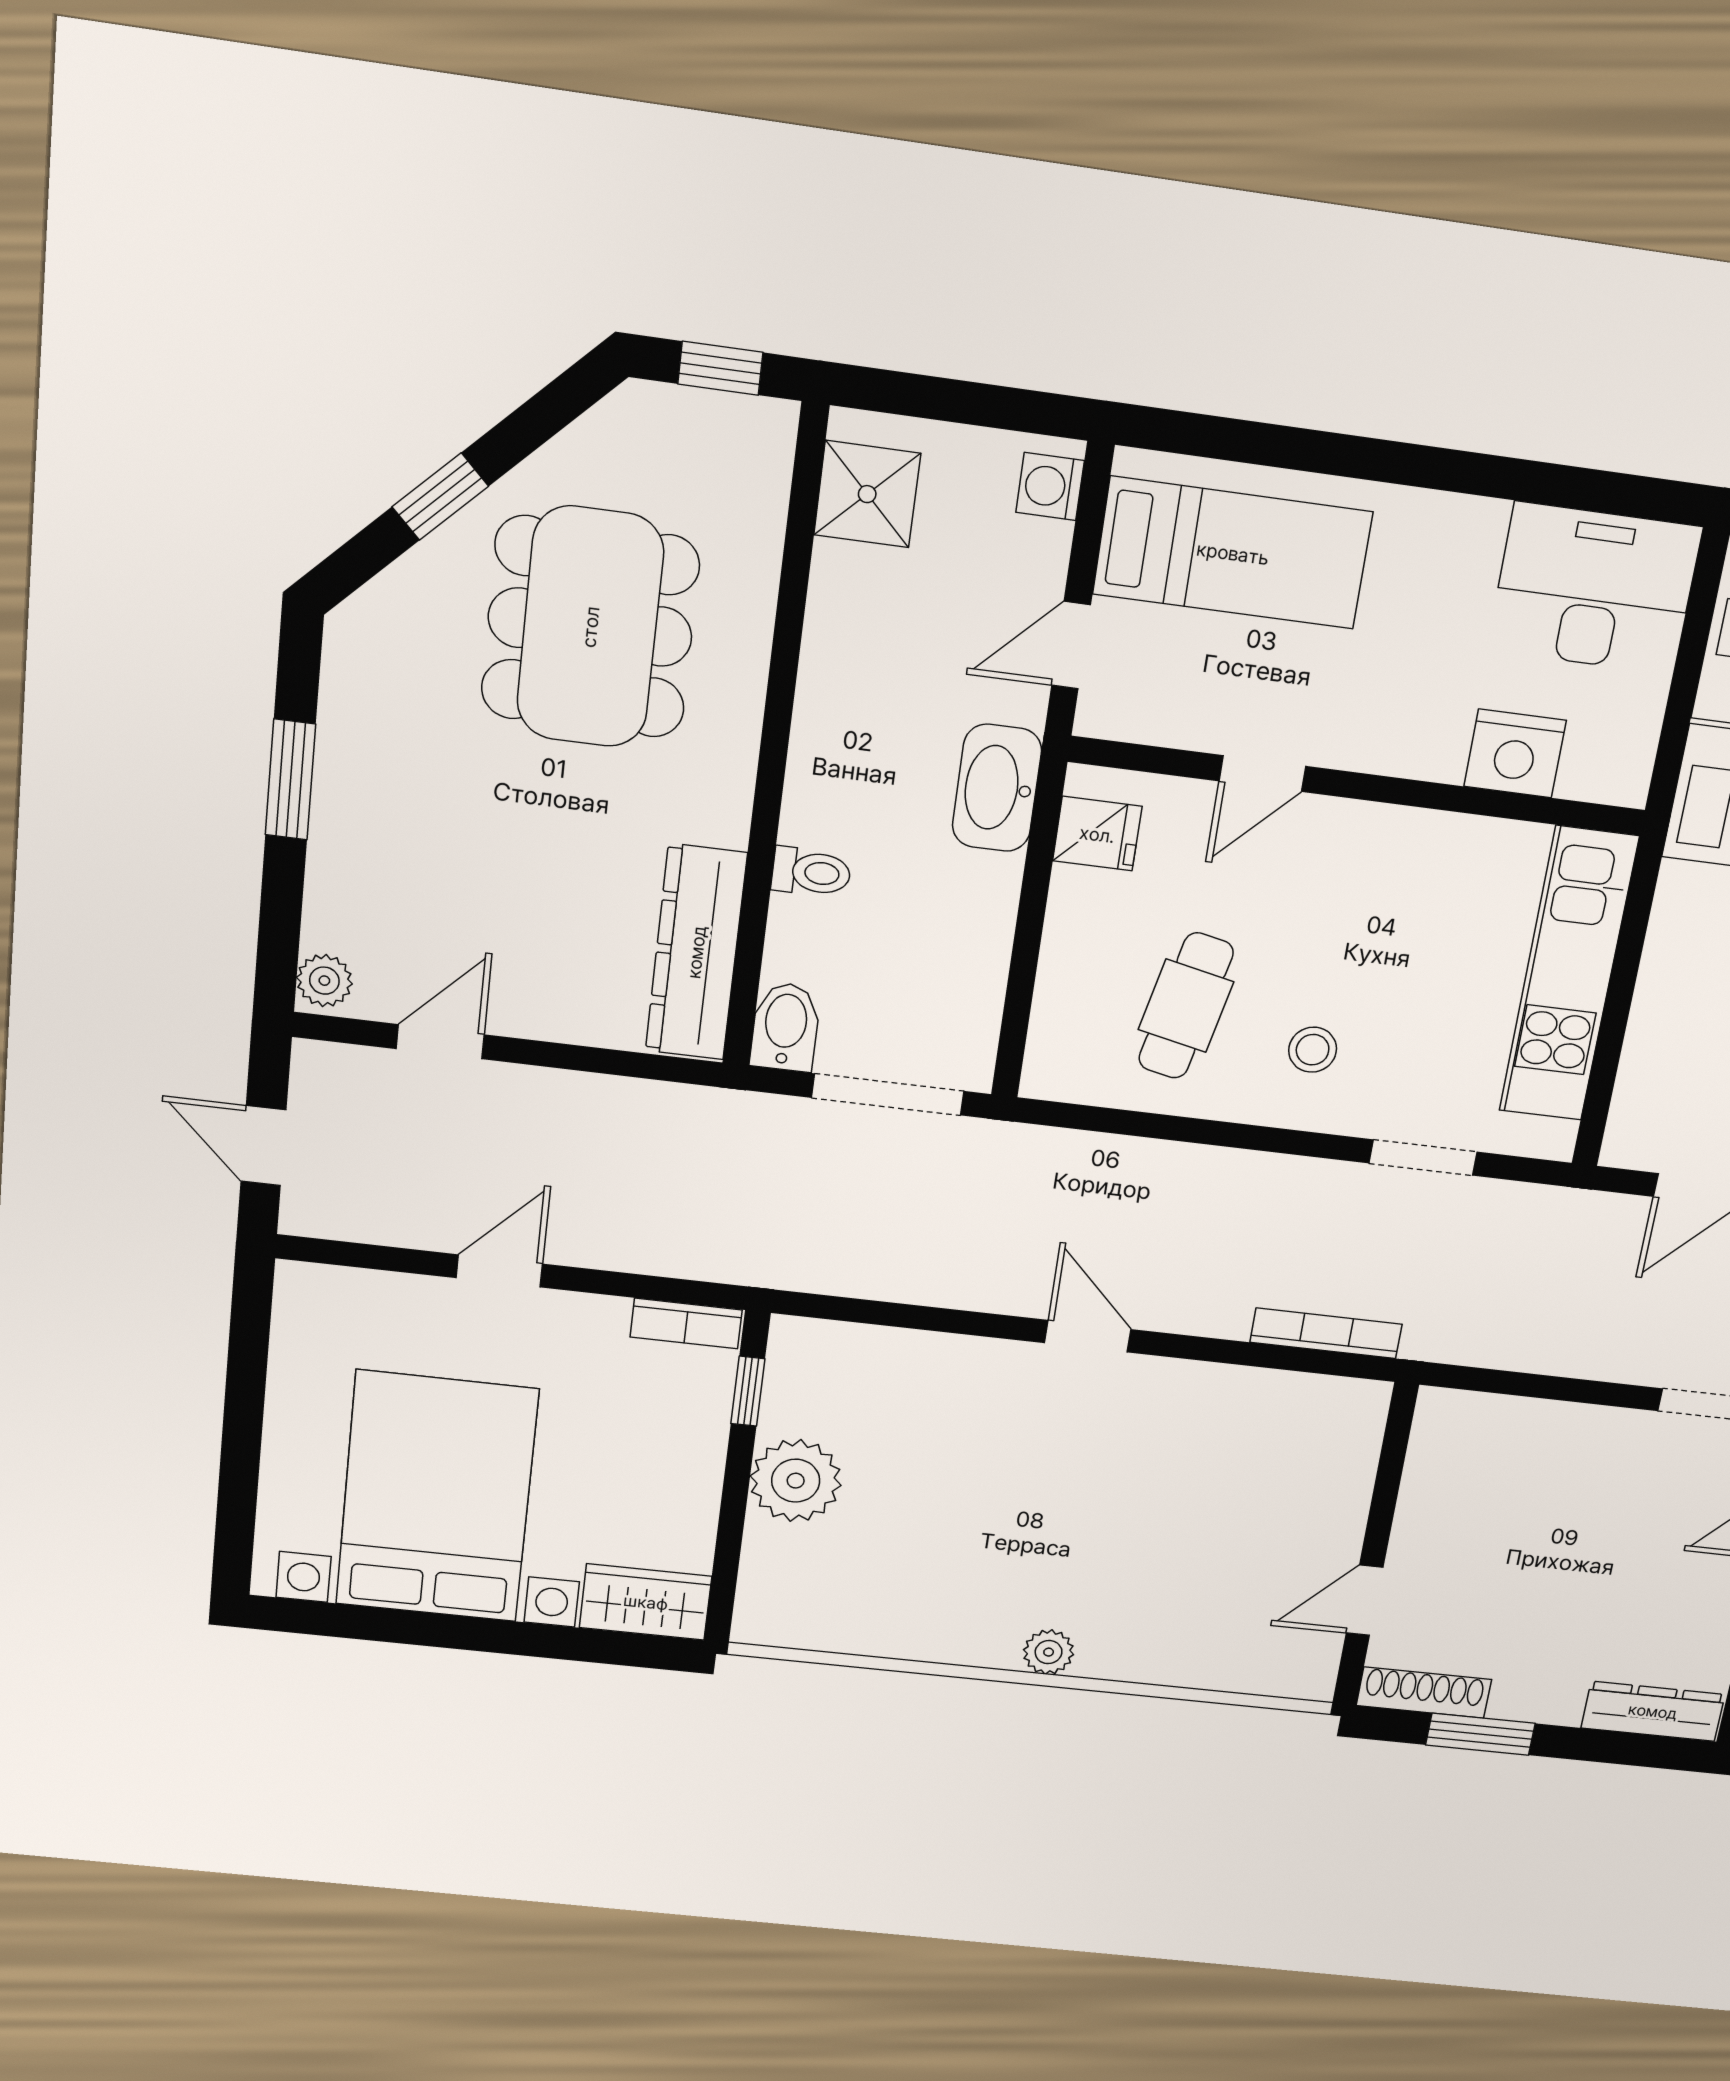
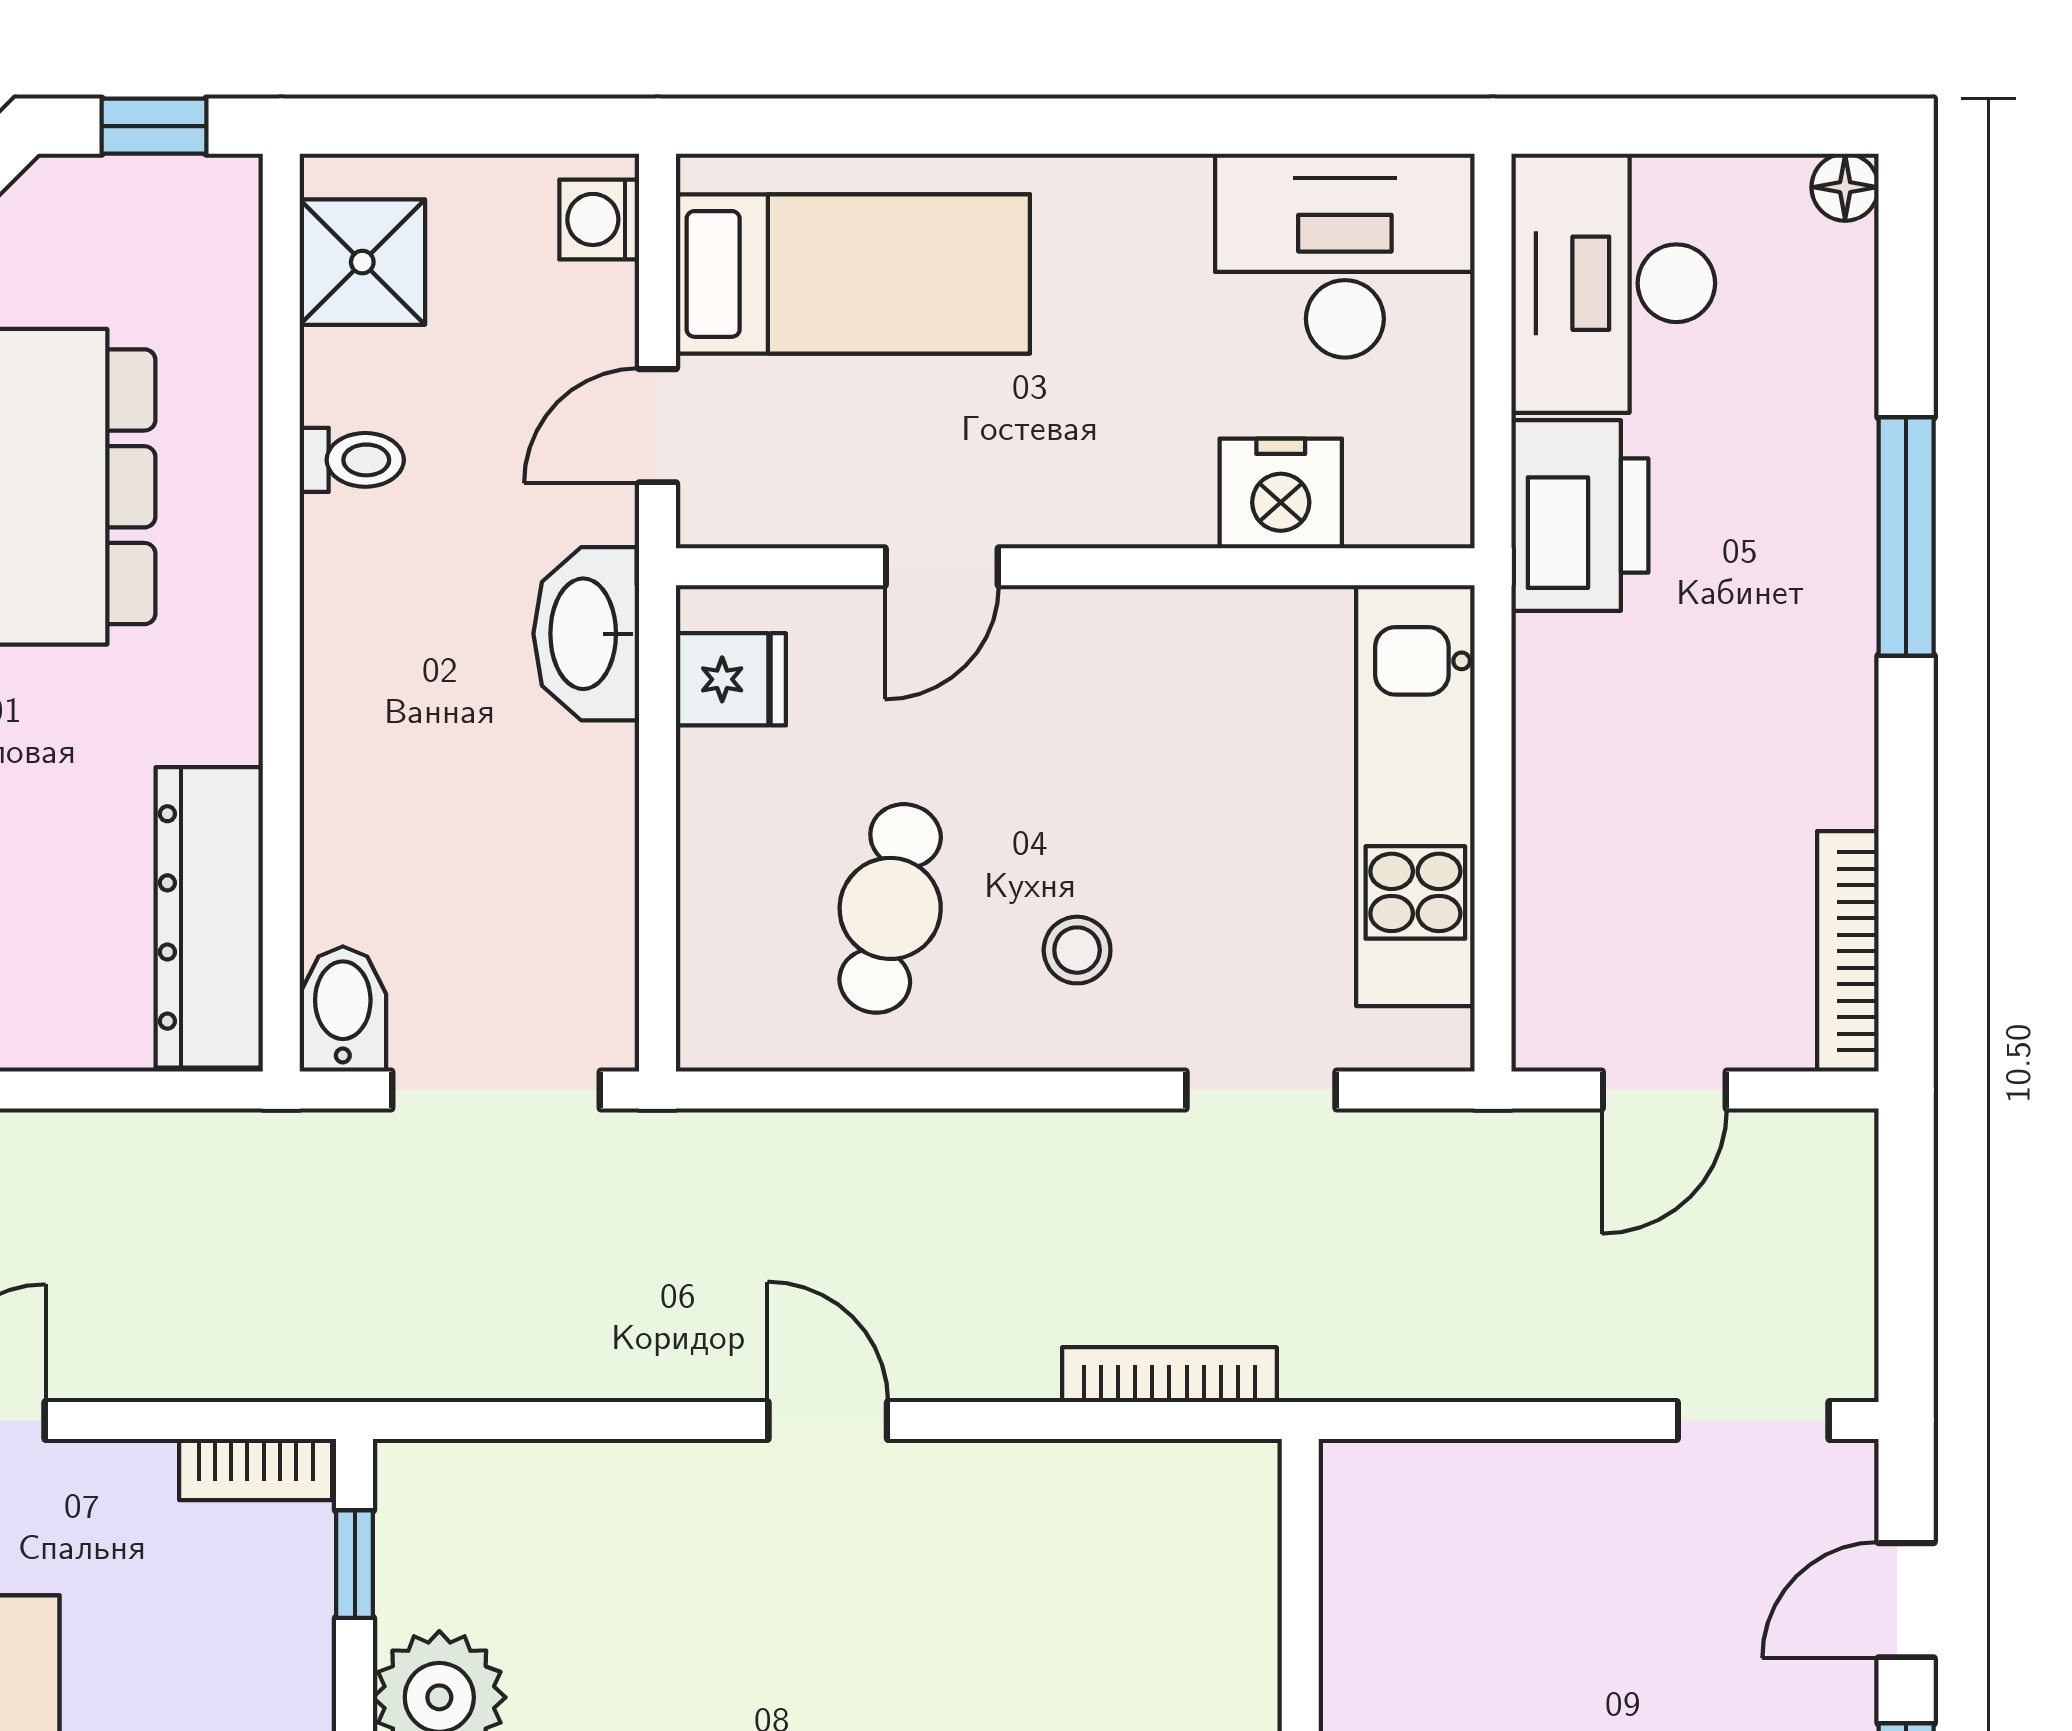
toilet: (811, 872) -> (352, 460), moved

